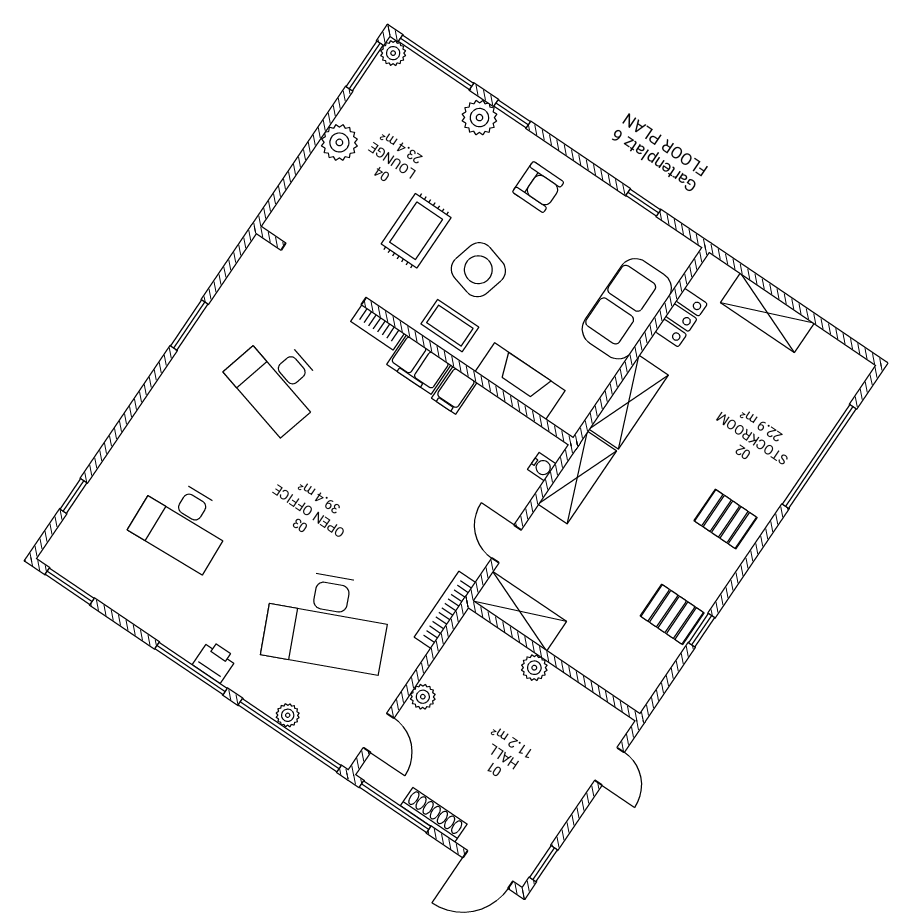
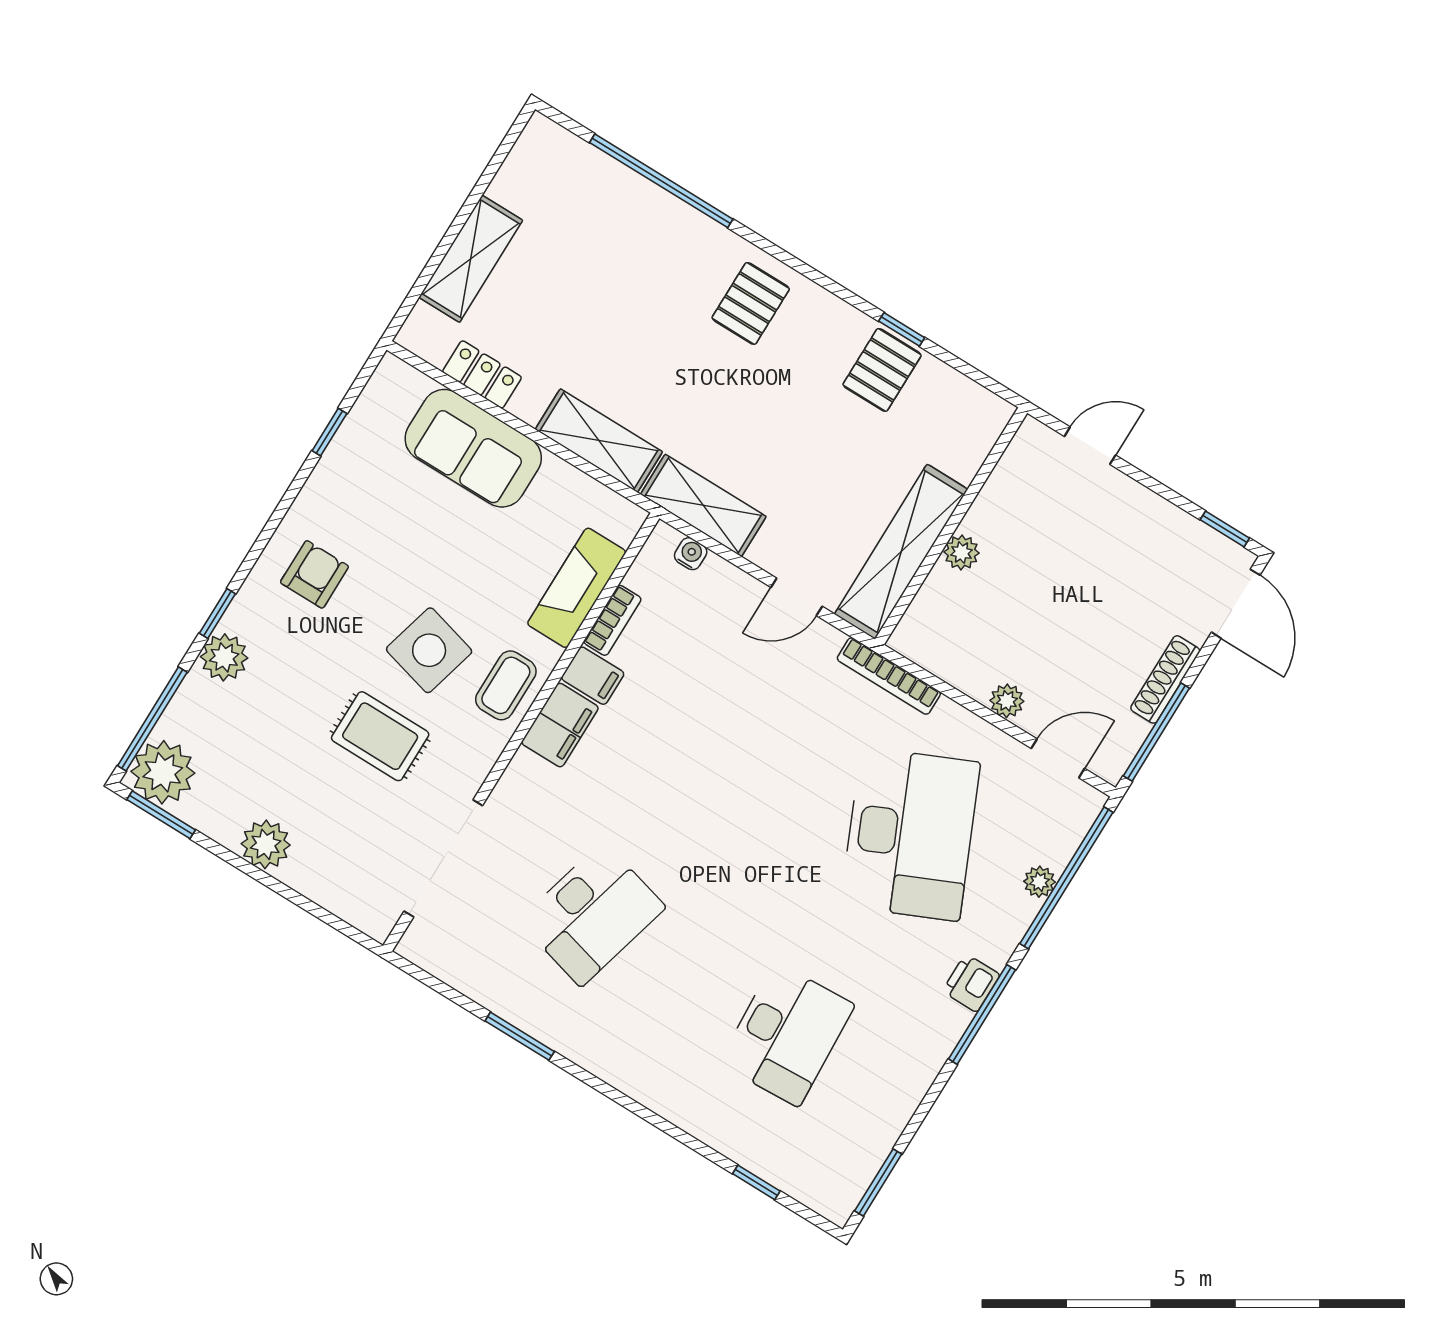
plant: (393, 53) -> (163, 772), width x1.87, depth x1.87
bookcase: (378, 327) -> (612, 620), moved
shelving: (520, 611) -> (901, 552), width x1.47

